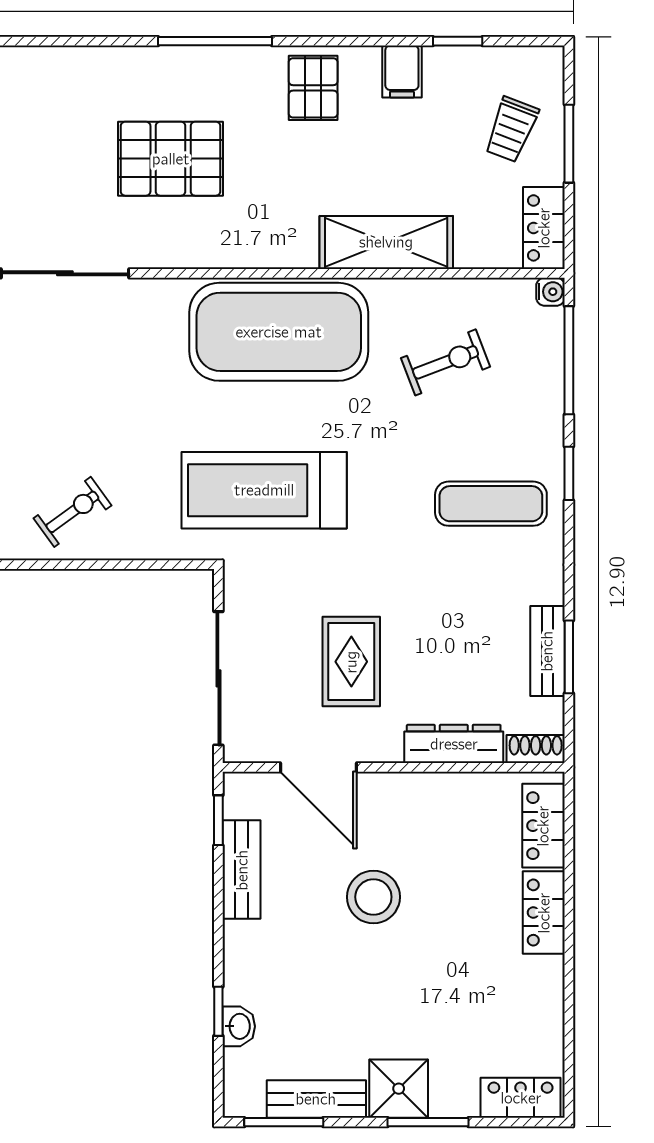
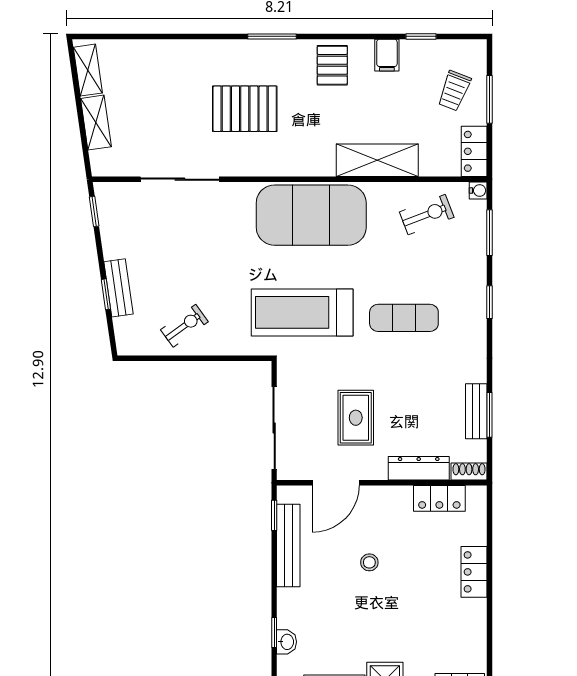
window: (215, 41) -> (272, 36), width x0.69
window: (569, 360) -> (489, 233), width x0.69
exercise bike: (446, 362) -> (427, 215), moved
exercise mat: (491, 504) -> (404, 318), moved
door: (318, 767) -> (336, 483), hinge flipped
locker: (543, 826) -> (439, 498), moved, turned -90
bench: (242, 870) -> (288, 546), width x1.36
stool: (373, 897) -> (369, 562), width x0.53, depth x0.53

